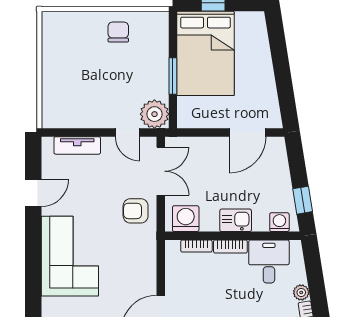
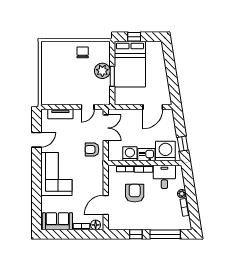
plant: (154, 114) -> (102, 71), moved
door: (127, 133) -> (88, 107), hinge flipped
washing machine: (186, 219) -> (130, 154), moved
washing machine: (279, 222) -> (165, 151), width x1.89, depth x1.89
armchair: (214, 291) -> (135, 193), added

